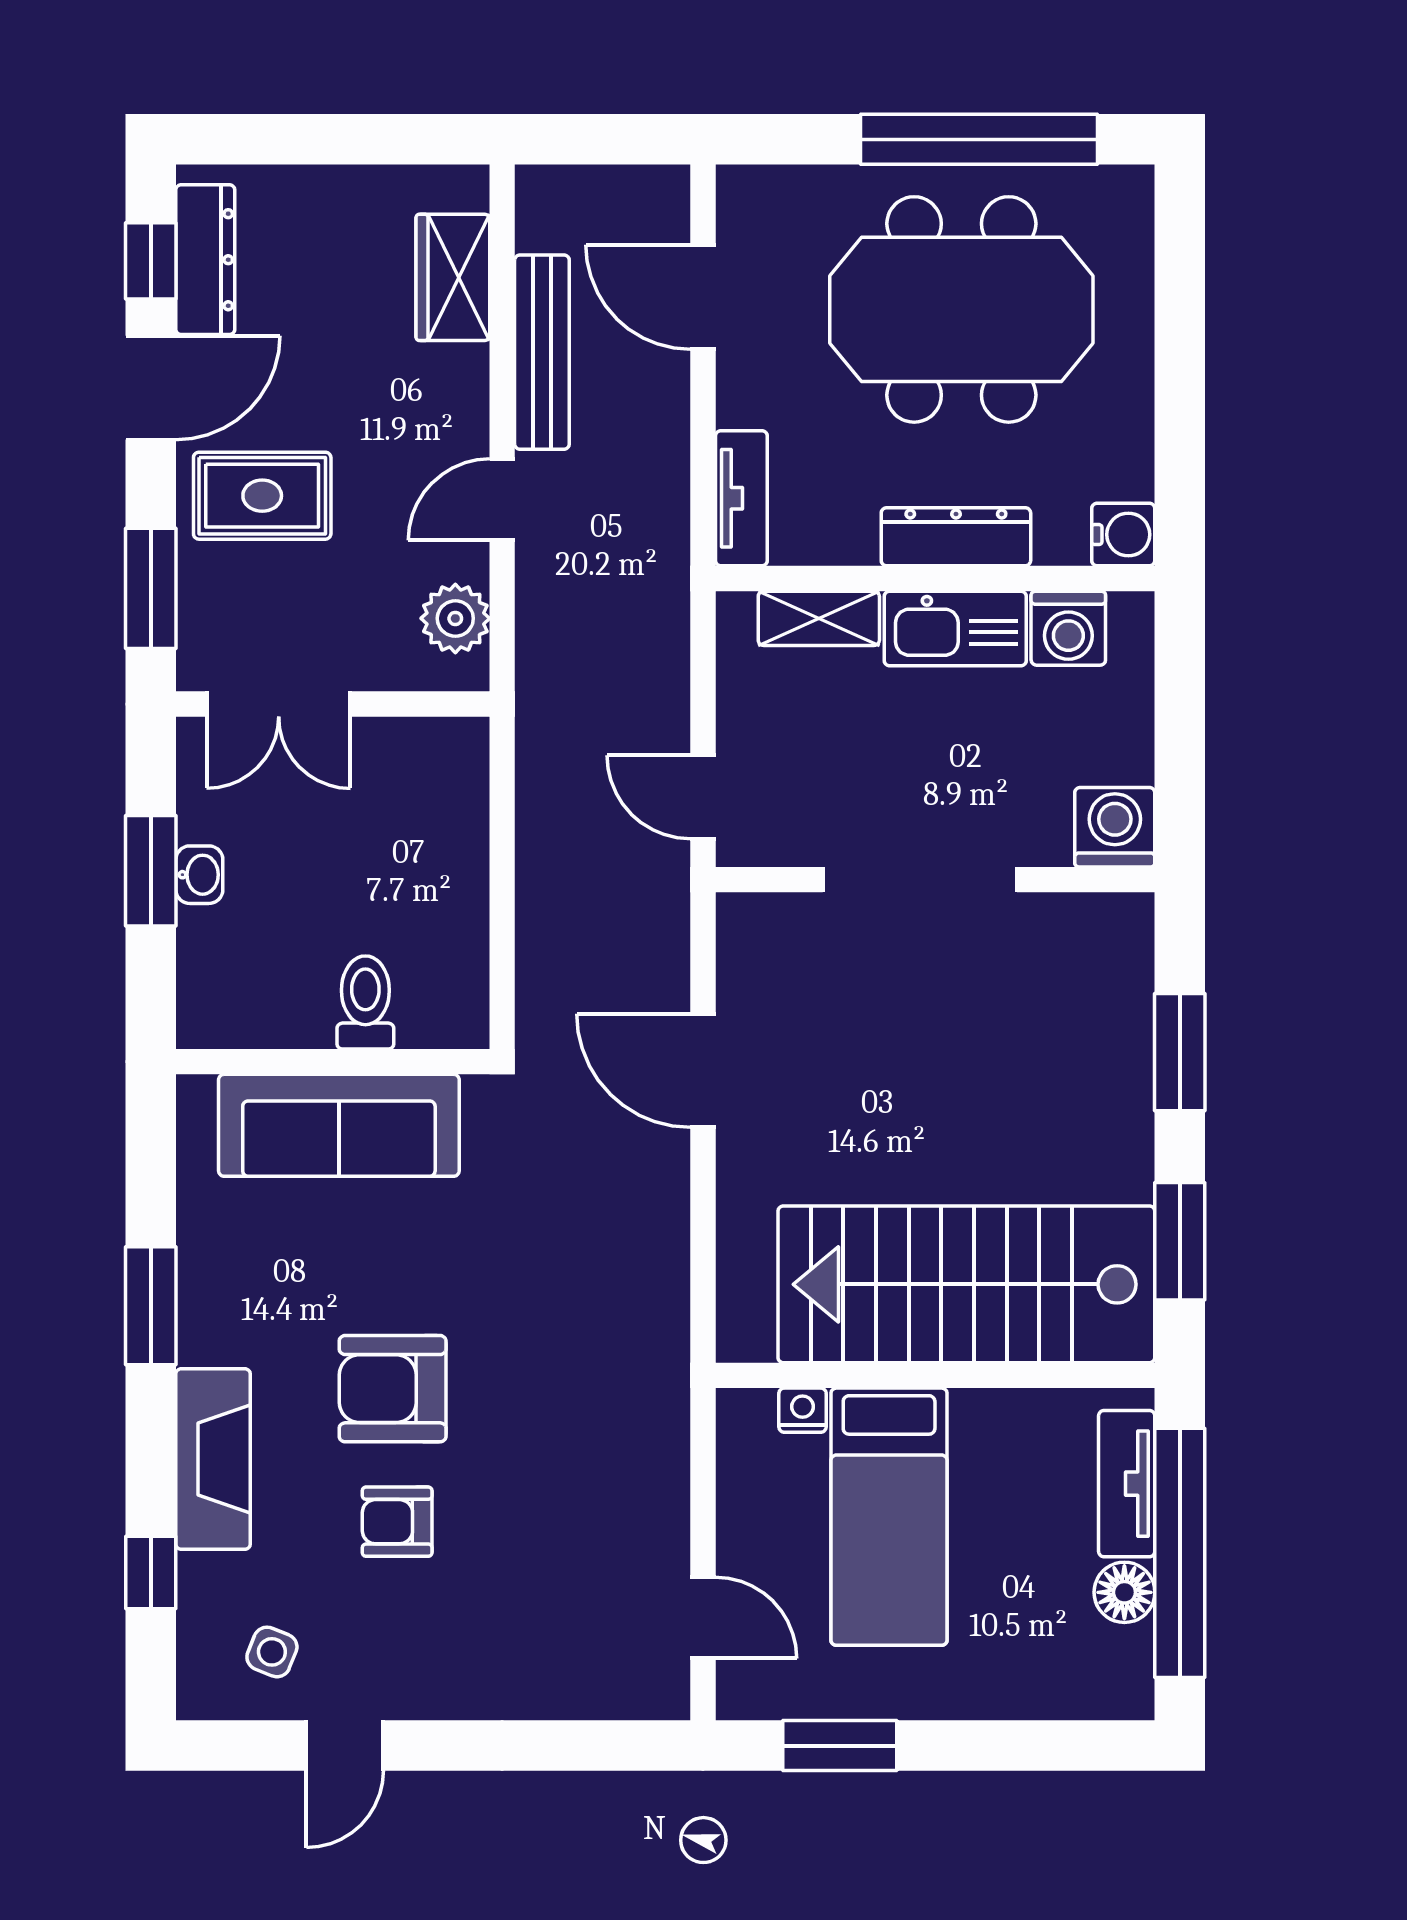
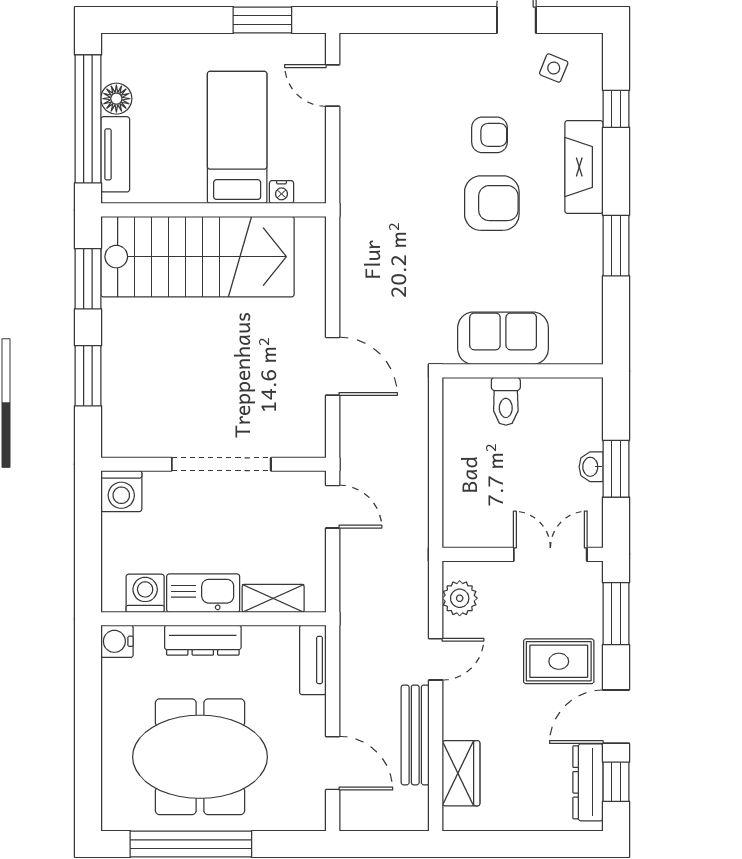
sofa: (339, 1125) -> (503, 338), width x0.73

